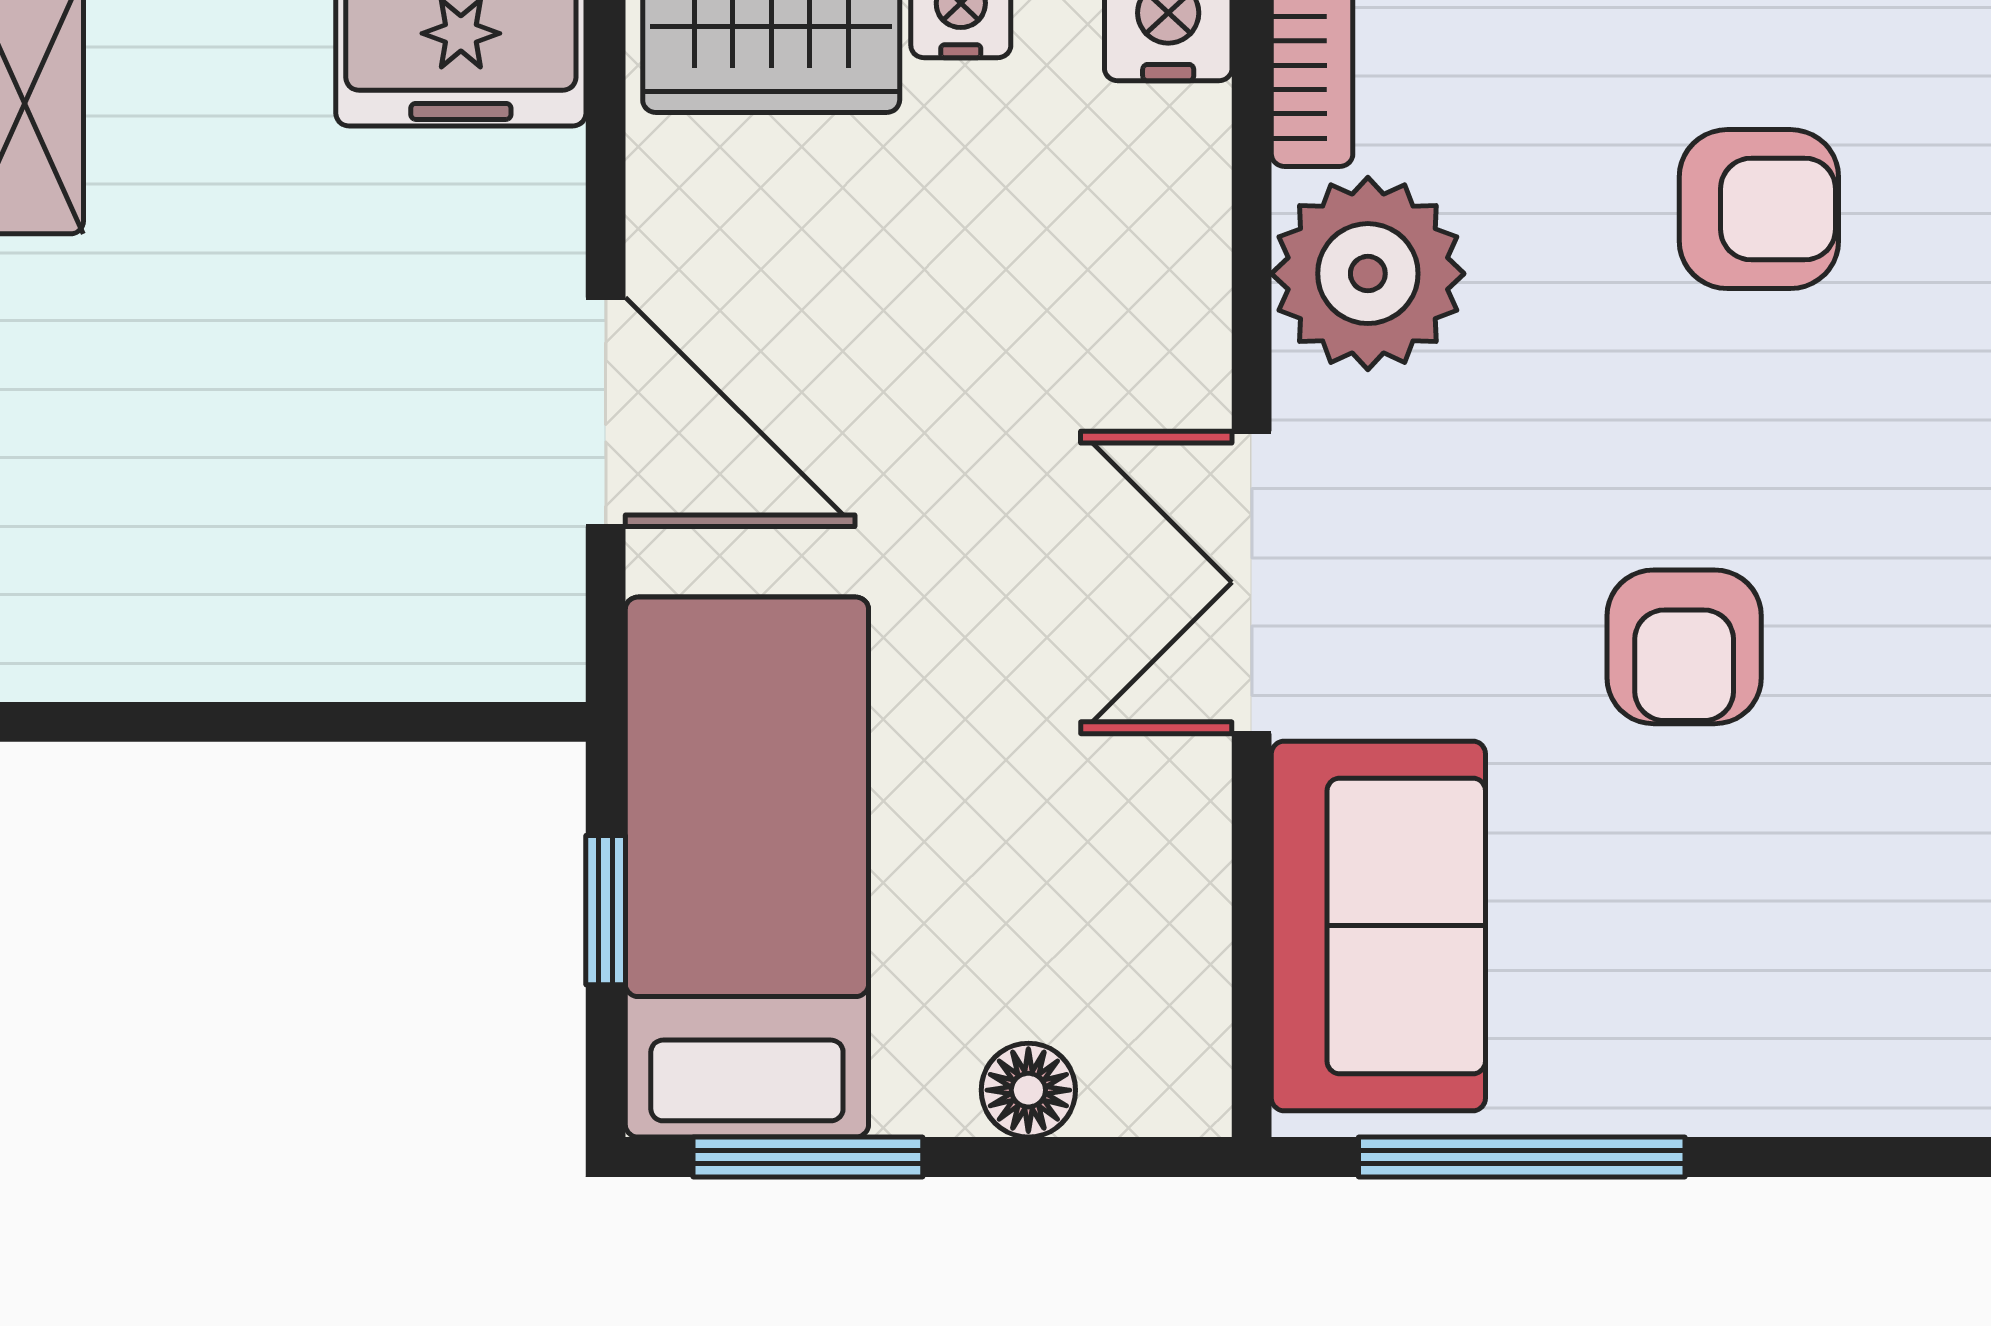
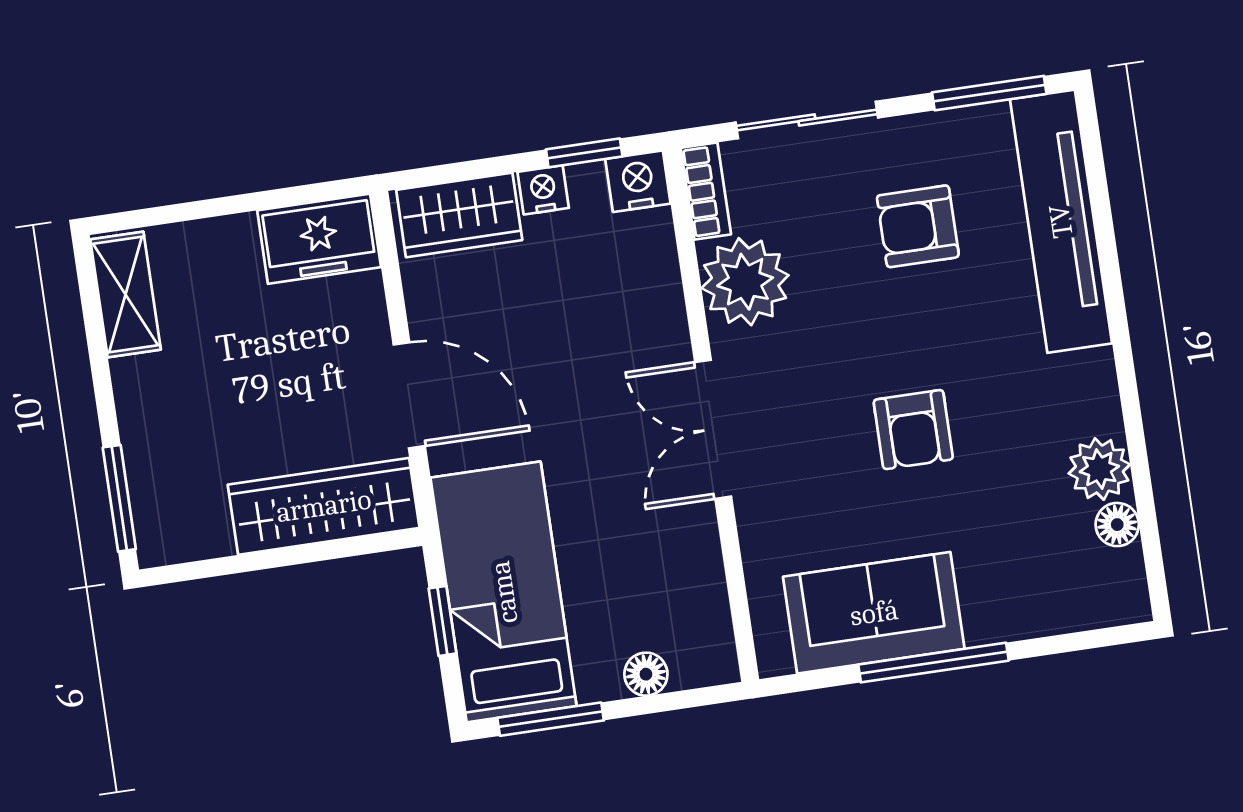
armchair: (1759, 209) -> (918, 226), turned 180
wardrobe: (385, 625) -> (324, 506), added
sofa: (1378, 926) -> (874, 613), moved, turned -90
window: (1522, 1157) -> (934, 663), moved

